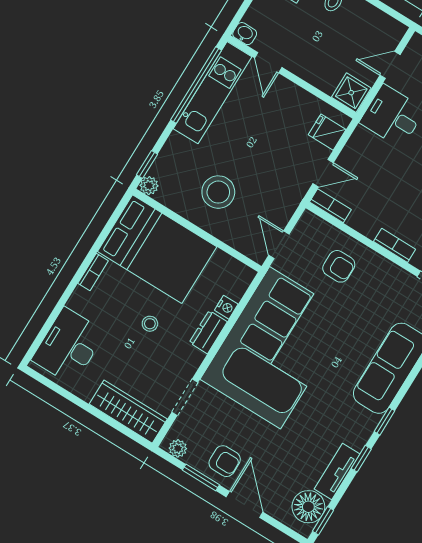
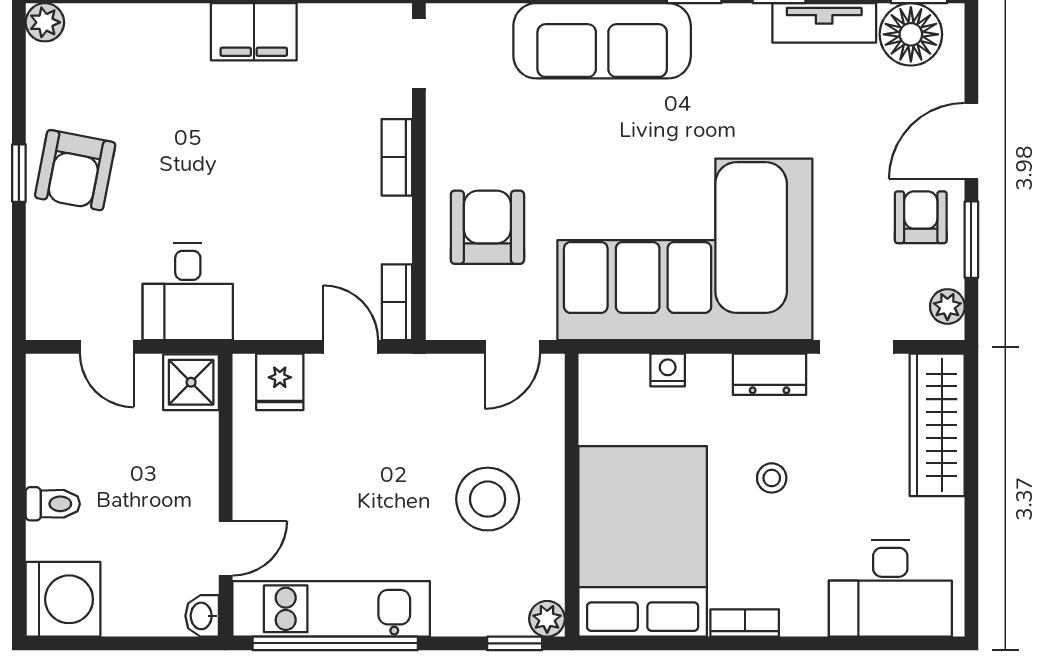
armchair: (339, 266) -> (487, 227), width x1.38, depth x1.38
dresser: (208, 332) -> (770, 374), moved

